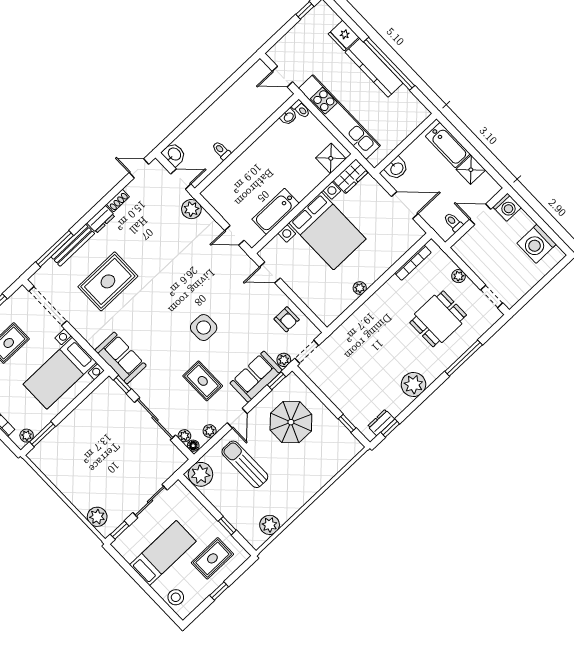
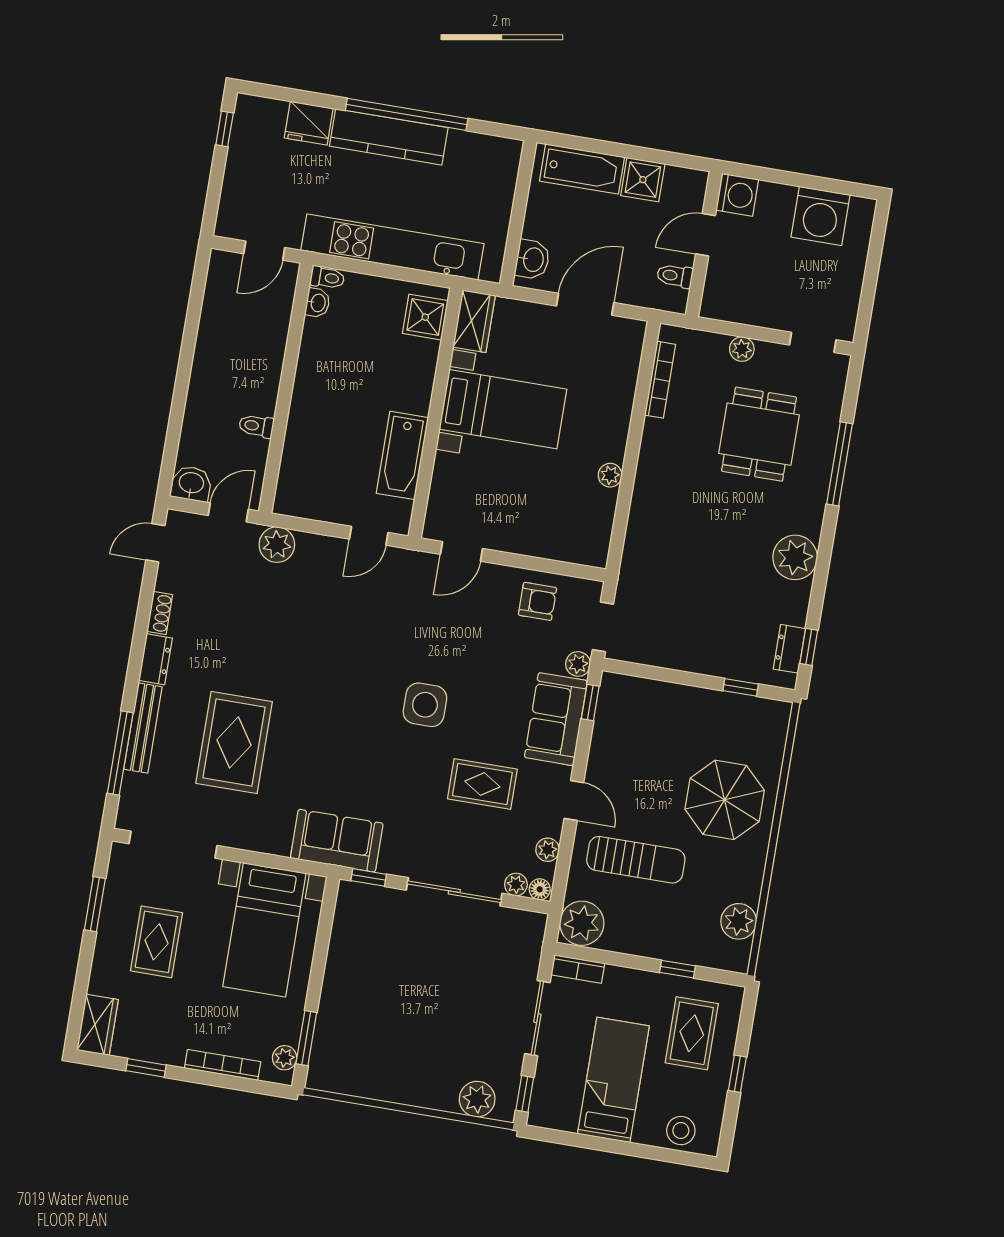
bed with nightstands: (327, 231) -> (503, 409), width x0.73
parasol: (291, 422) -> (725, 800), moved
sun lounger: (245, 464) -> (636, 860), turned 180
bookcase: (184, 493) -> (578, 969), added

